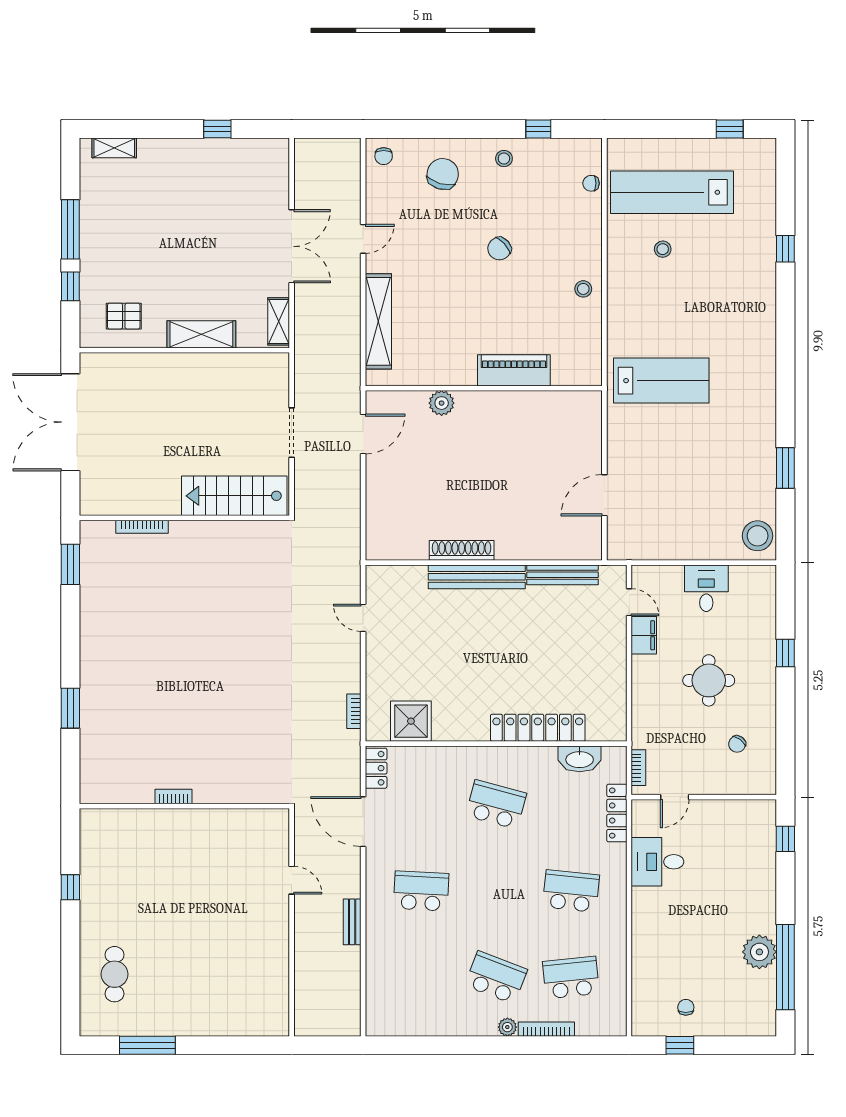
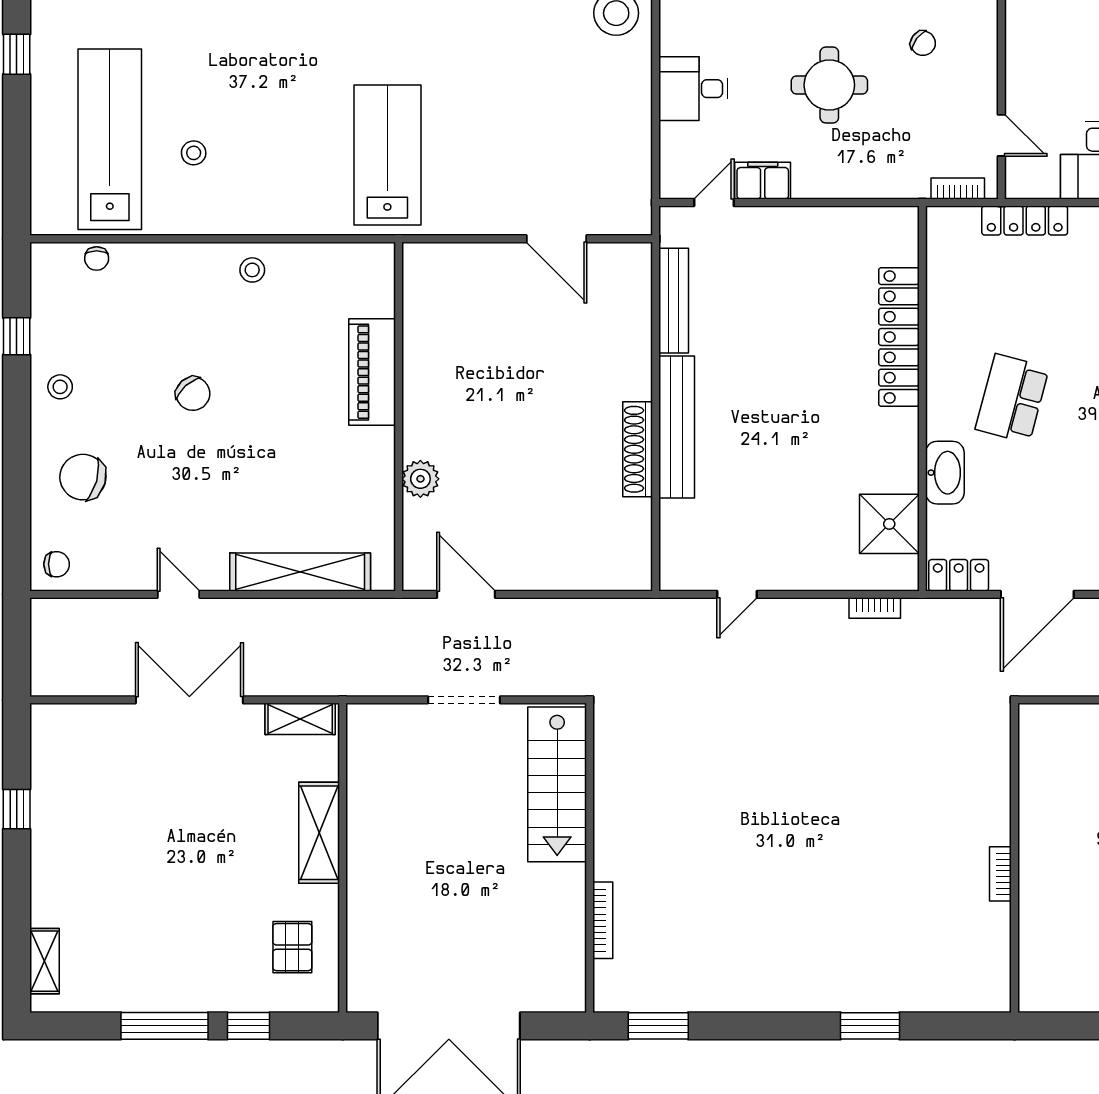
lab bench: (672, 192) -> (110, 139), turned 180
washbasin: (580, 759) -> (945, 473), moved

